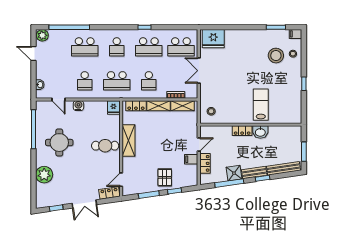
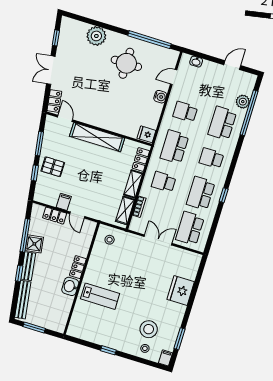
plant: (42, 35) -> (243, 102), moved
fridge: (213, 39) -> (181, 291), moved
shelving: (129, 141) -> (97, 137), width x1.47
cafe table: (105, 146) -> (107, 112), removed

